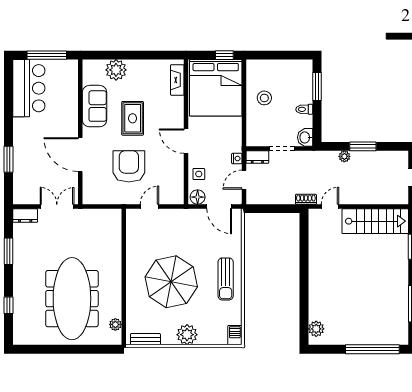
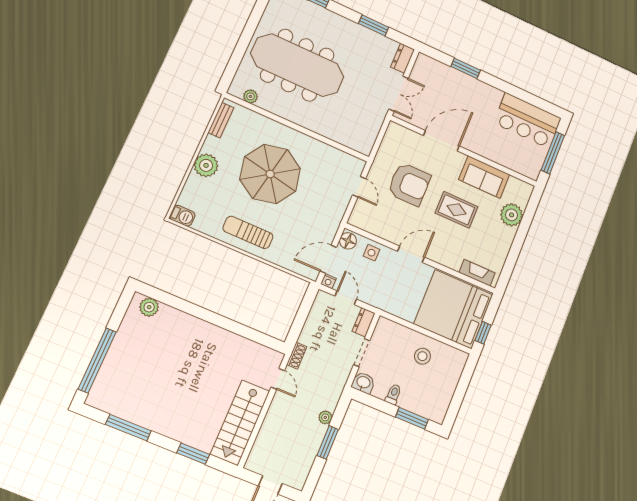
nightstand: (237, 159) -> (328, 281), moved

